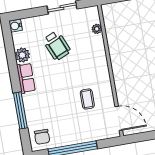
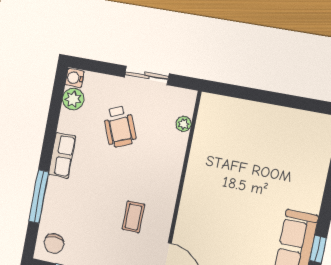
plant: (22, 55) -> (73, 99), moved

